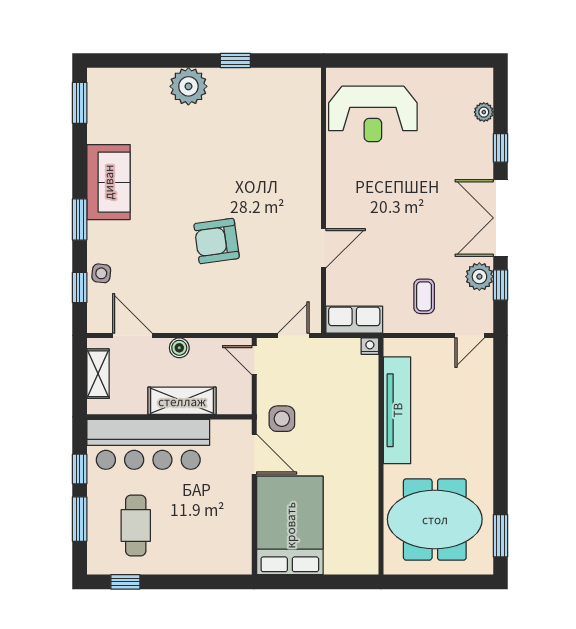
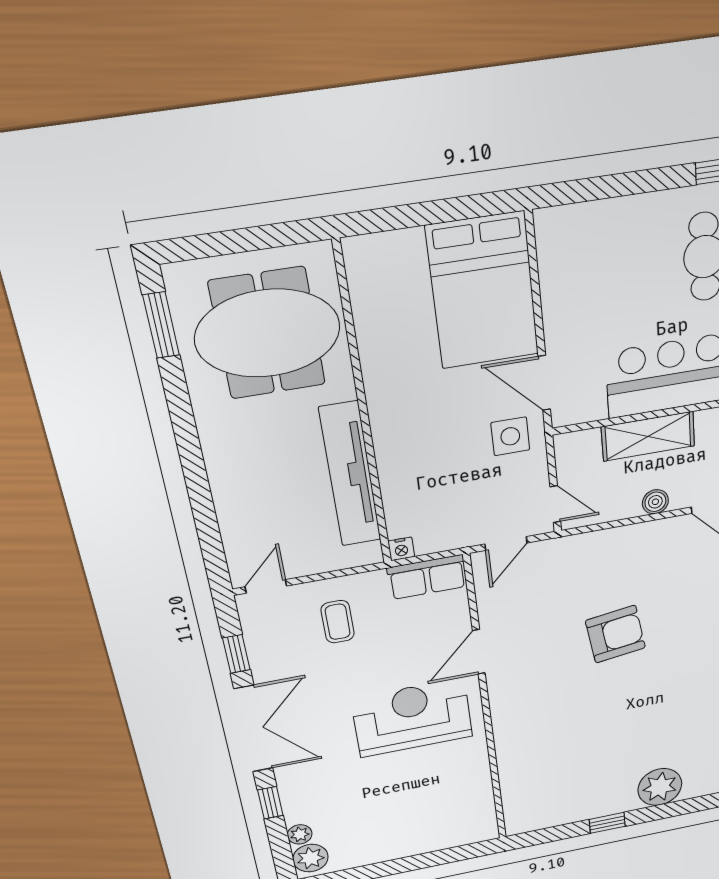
reception desk: (373, 114) -> (412, 718), moved
plant: (479, 277) -> (310, 858), moved

